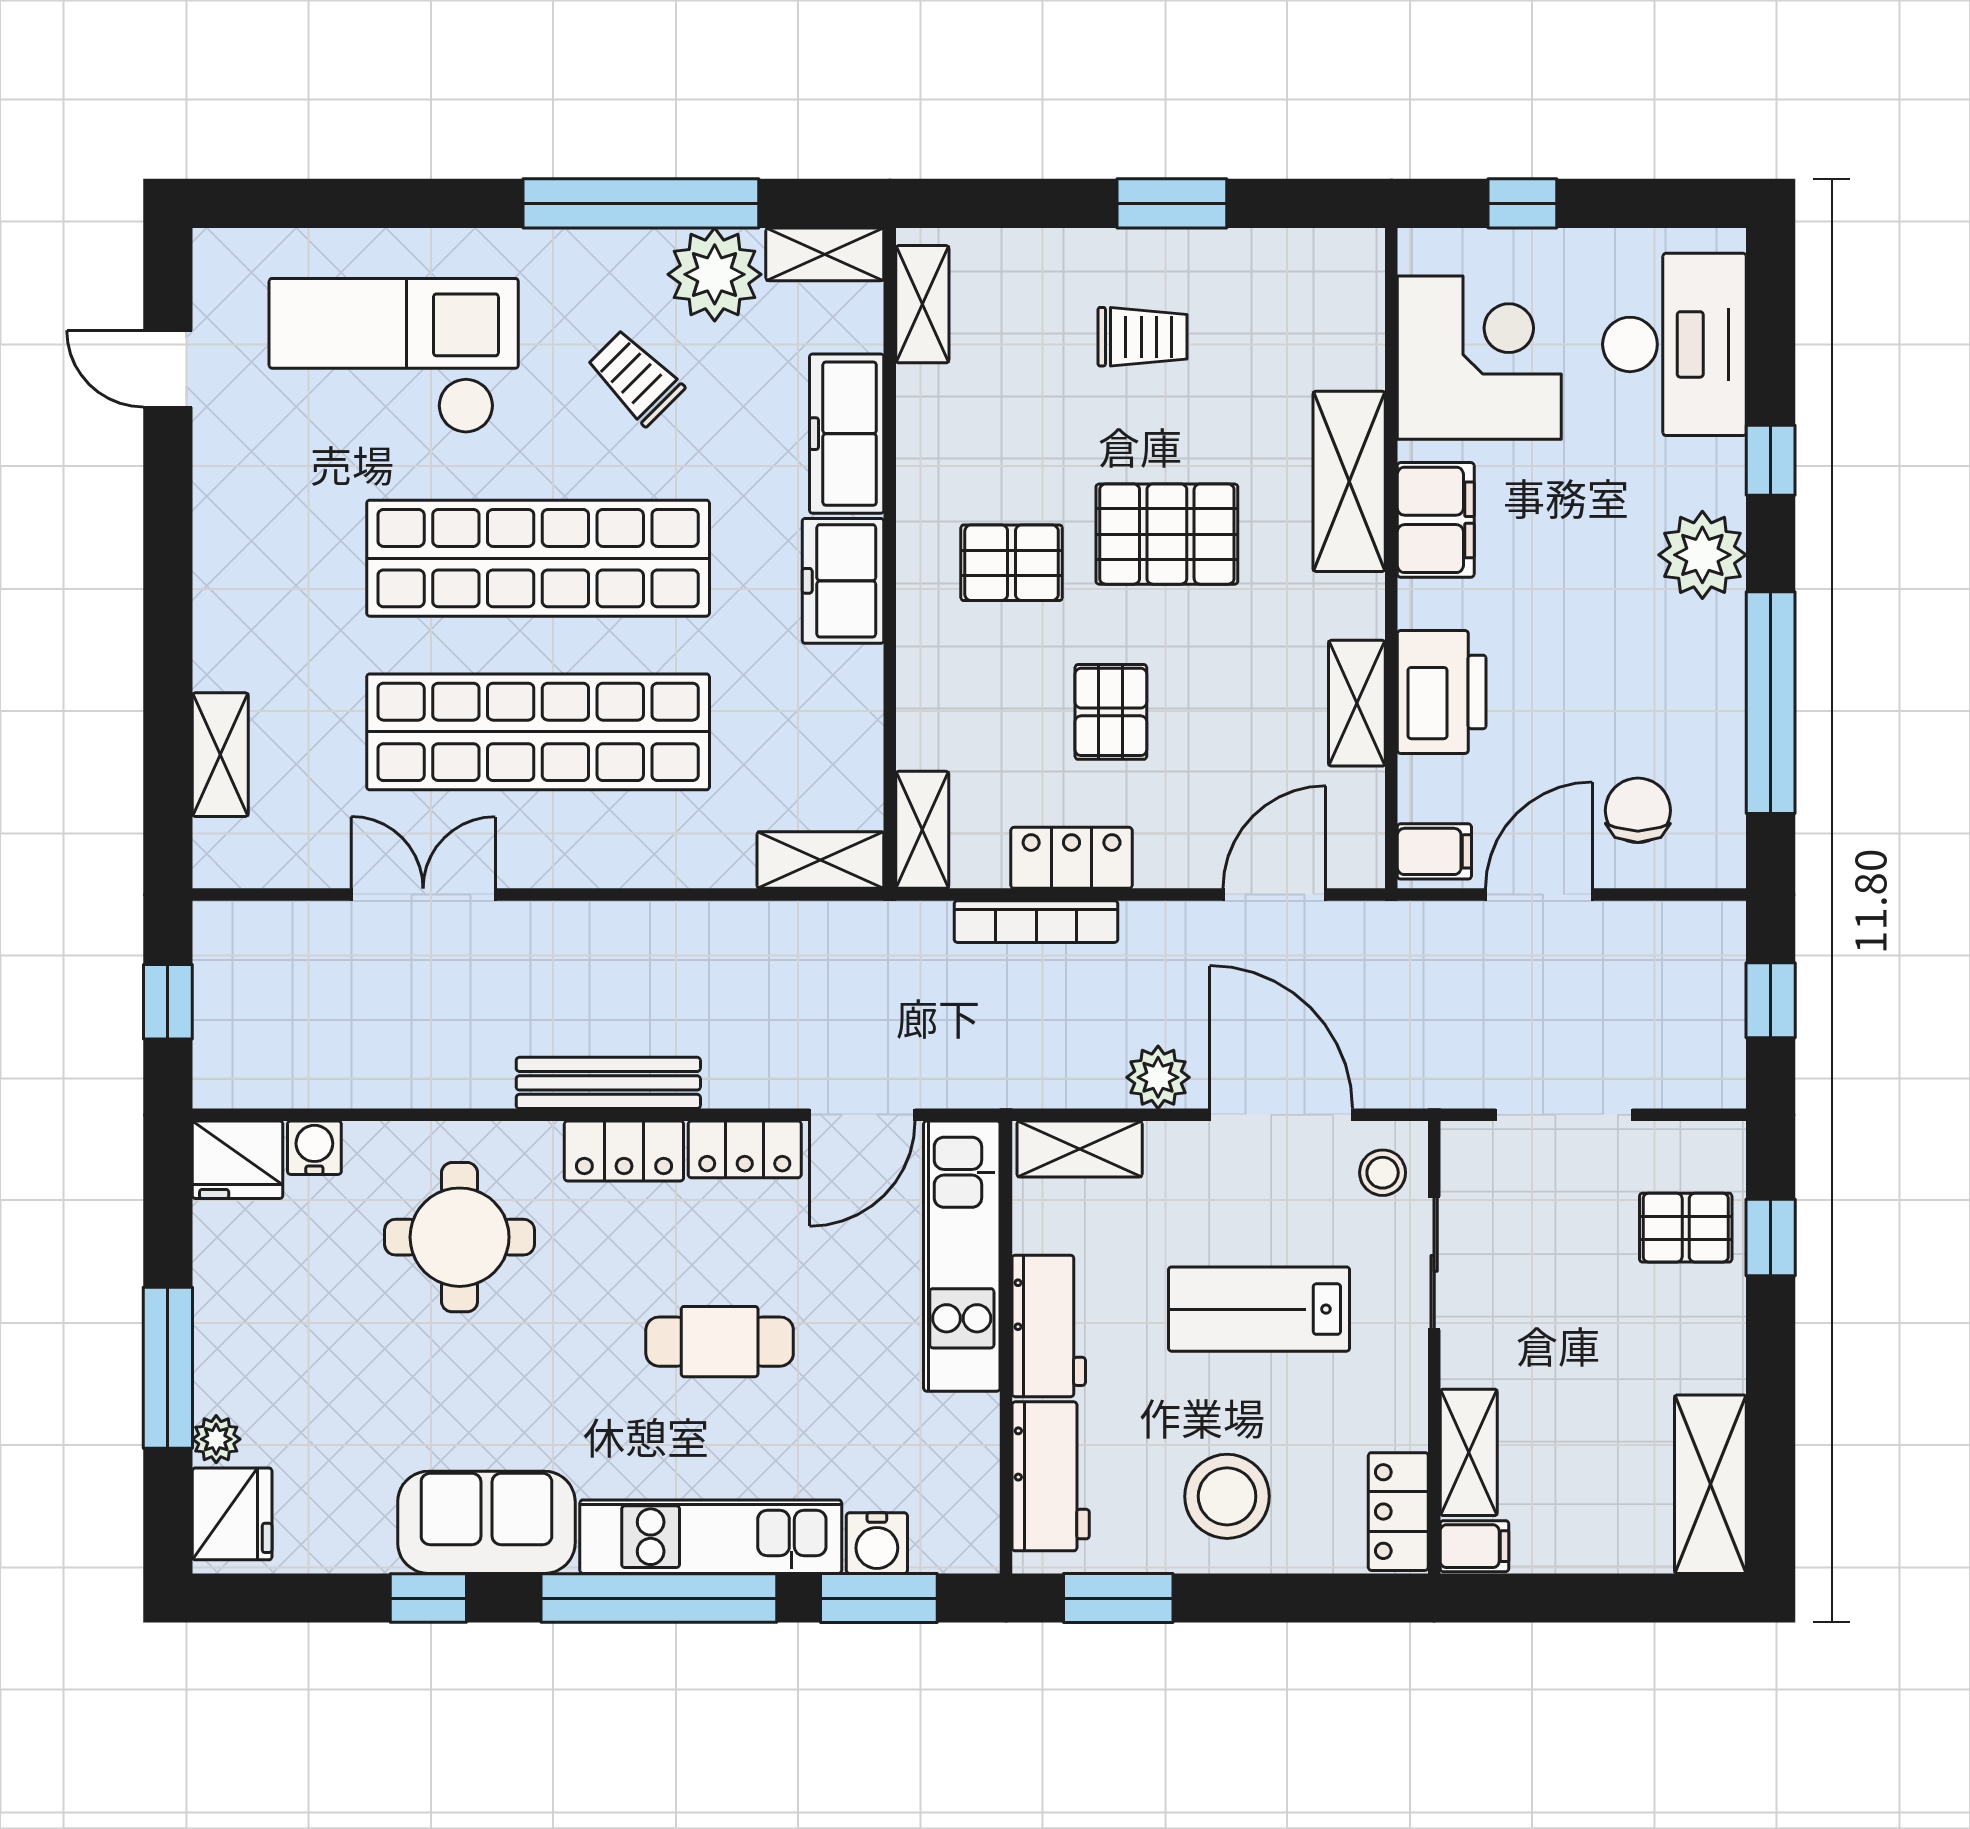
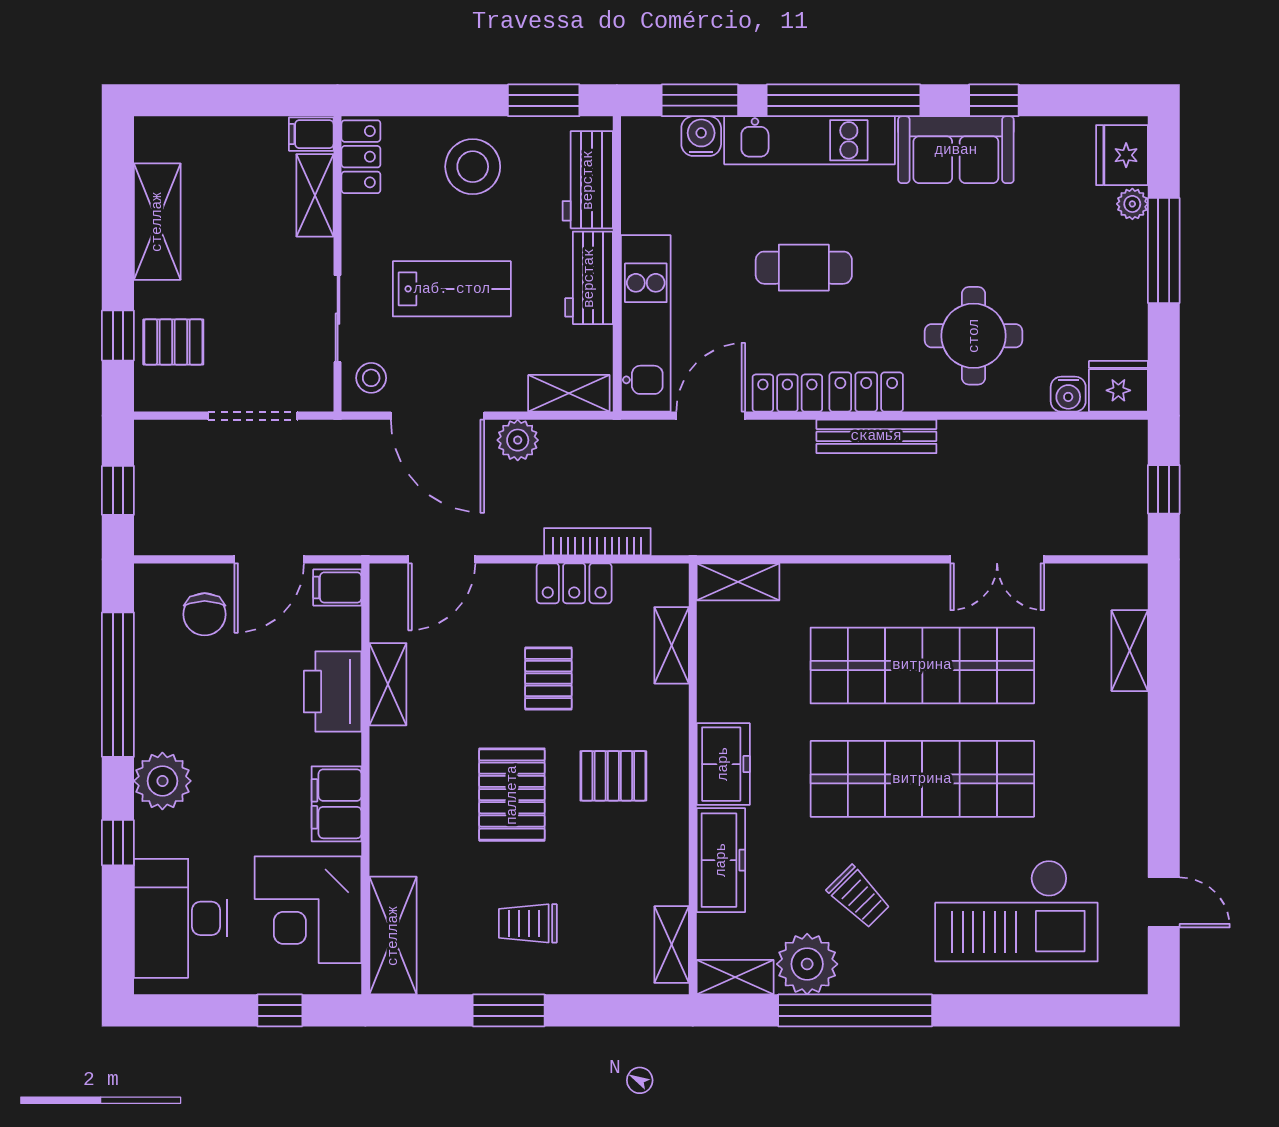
shelving: (1349, 481) -> (393, 936), moved
pallet: (1167, 534) -> (512, 795), turned 90
shelving: (922, 830) -> (672, 645), moved
shelving: (1710, 1484) -> (157, 222), moved

